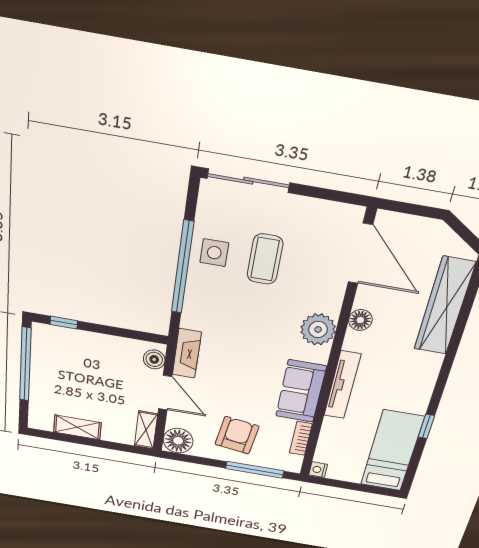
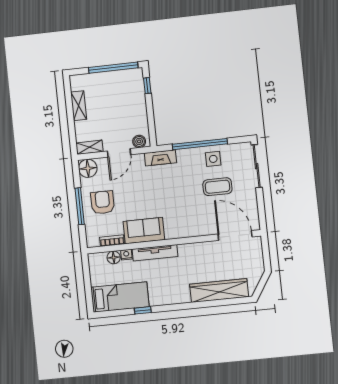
door: (360, 254) -> (235, 236), swing flipped
floor lamp: (360, 320) -> (114, 257), moved
plant: (318, 329) -> (185, 228), removed
fireplace: (187, 353) -> (160, 158), moved
armchair: (237, 435) -> (103, 202), turned -98
window: (255, 470) -> (80, 206), moved
nightstand: (318, 470) -> (126, 255), moved

